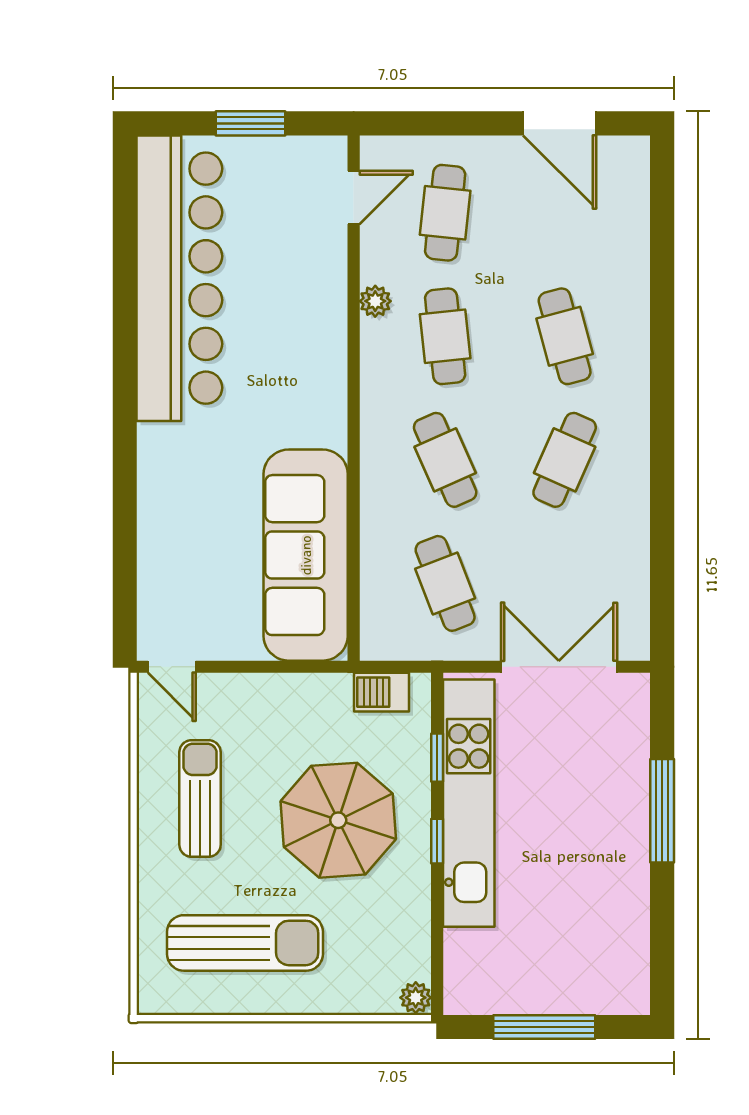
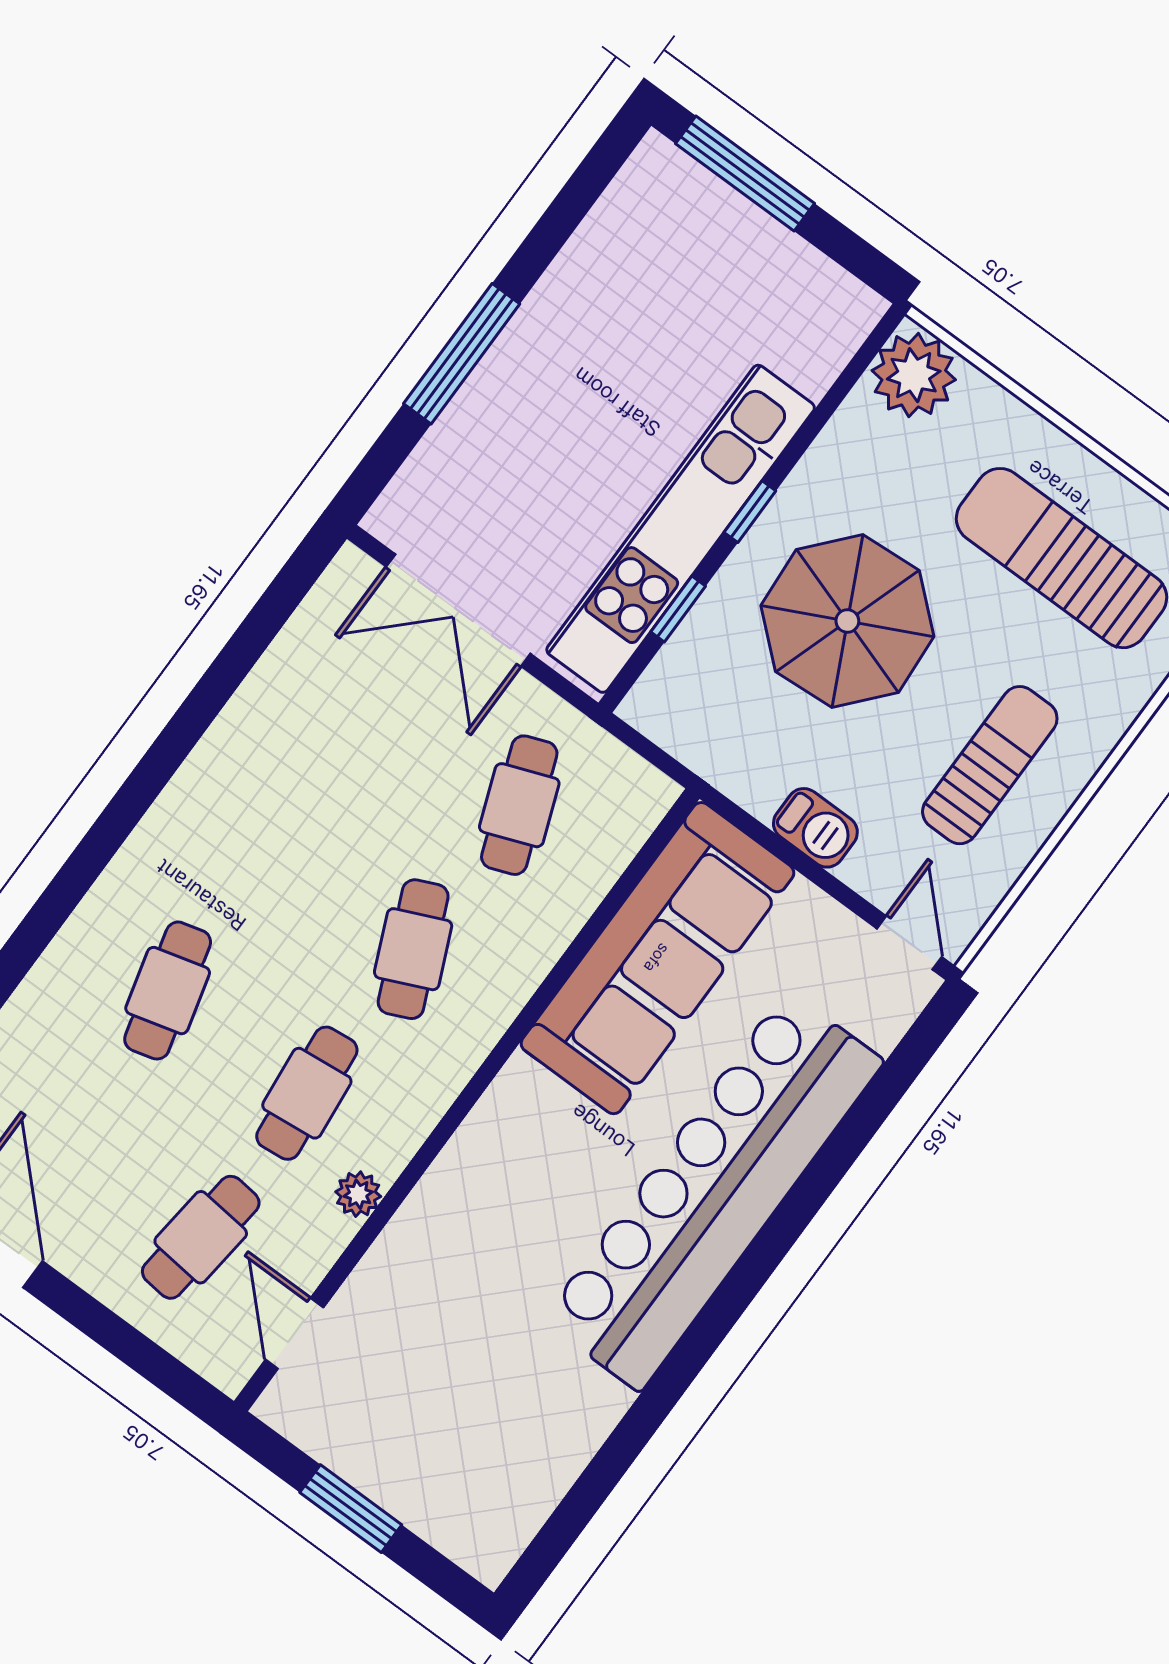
door: (354, 198) -> (294, 1334), hinge flipped
bar counter: (179, 278) -> (713, 1191), moved
cafe table: (565, 460) -> (274, 846), removed
barbecue: (382, 692) -> (815, 828), moved
sun lounger: (200, 799) -> (990, 765), turned 180
plant: (416, 998) -> (914, 375), width x1.88, depth x1.88
window: (544, 1027) -> (745, 173), moved

